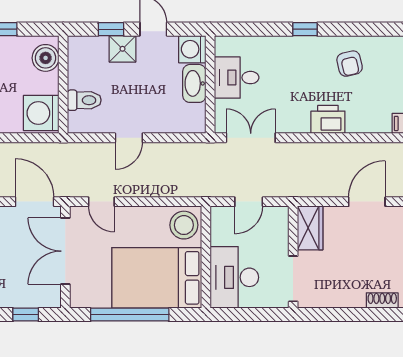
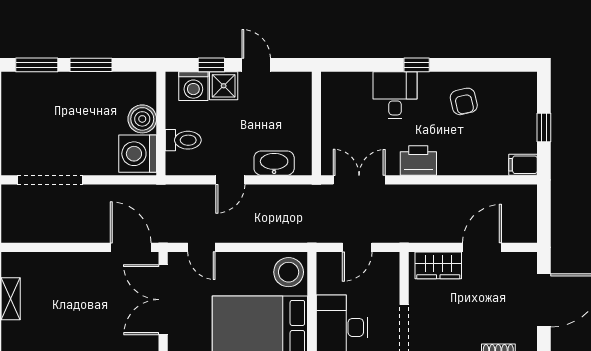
washing machine: (192, 49) -> (193, 86), moved, turned -90
boiler: (46, 58) -> (142, 119), moved
desk: (237, 78) -> (395, 95), moved, turned 90
washbasin: (194, 83) -> (274, 163), moved, turned 90
printer: (328, 119) -> (418, 160), moved
wardrobe: (310, 228) -> (438, 265), moved, turned 90

